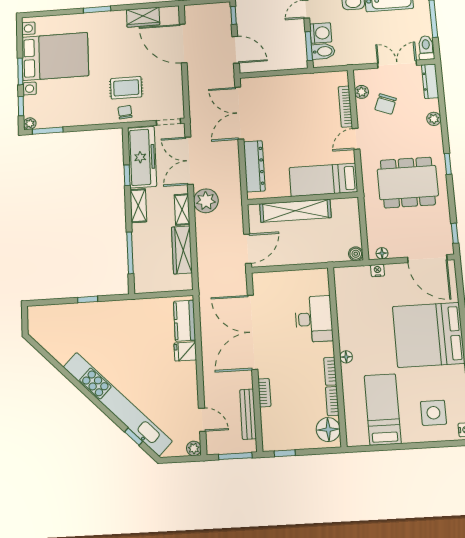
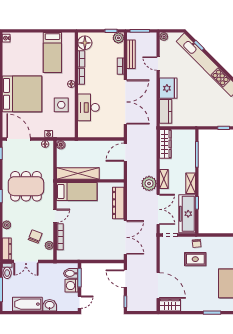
wardrobe: (143, 17) -> (170, 305), moved
shelving: (295, 211) -> (78, 174), moved
wardrobe: (182, 250) -> (165, 144), moved
fridge: (185, 351) -> (168, 88), width x1.88, depth x1.34
side table: (433, 413) -> (61, 105), moved
door: (202, 420) -> (158, 64), moved
plant: (271, 442) -> (118, 38), added

